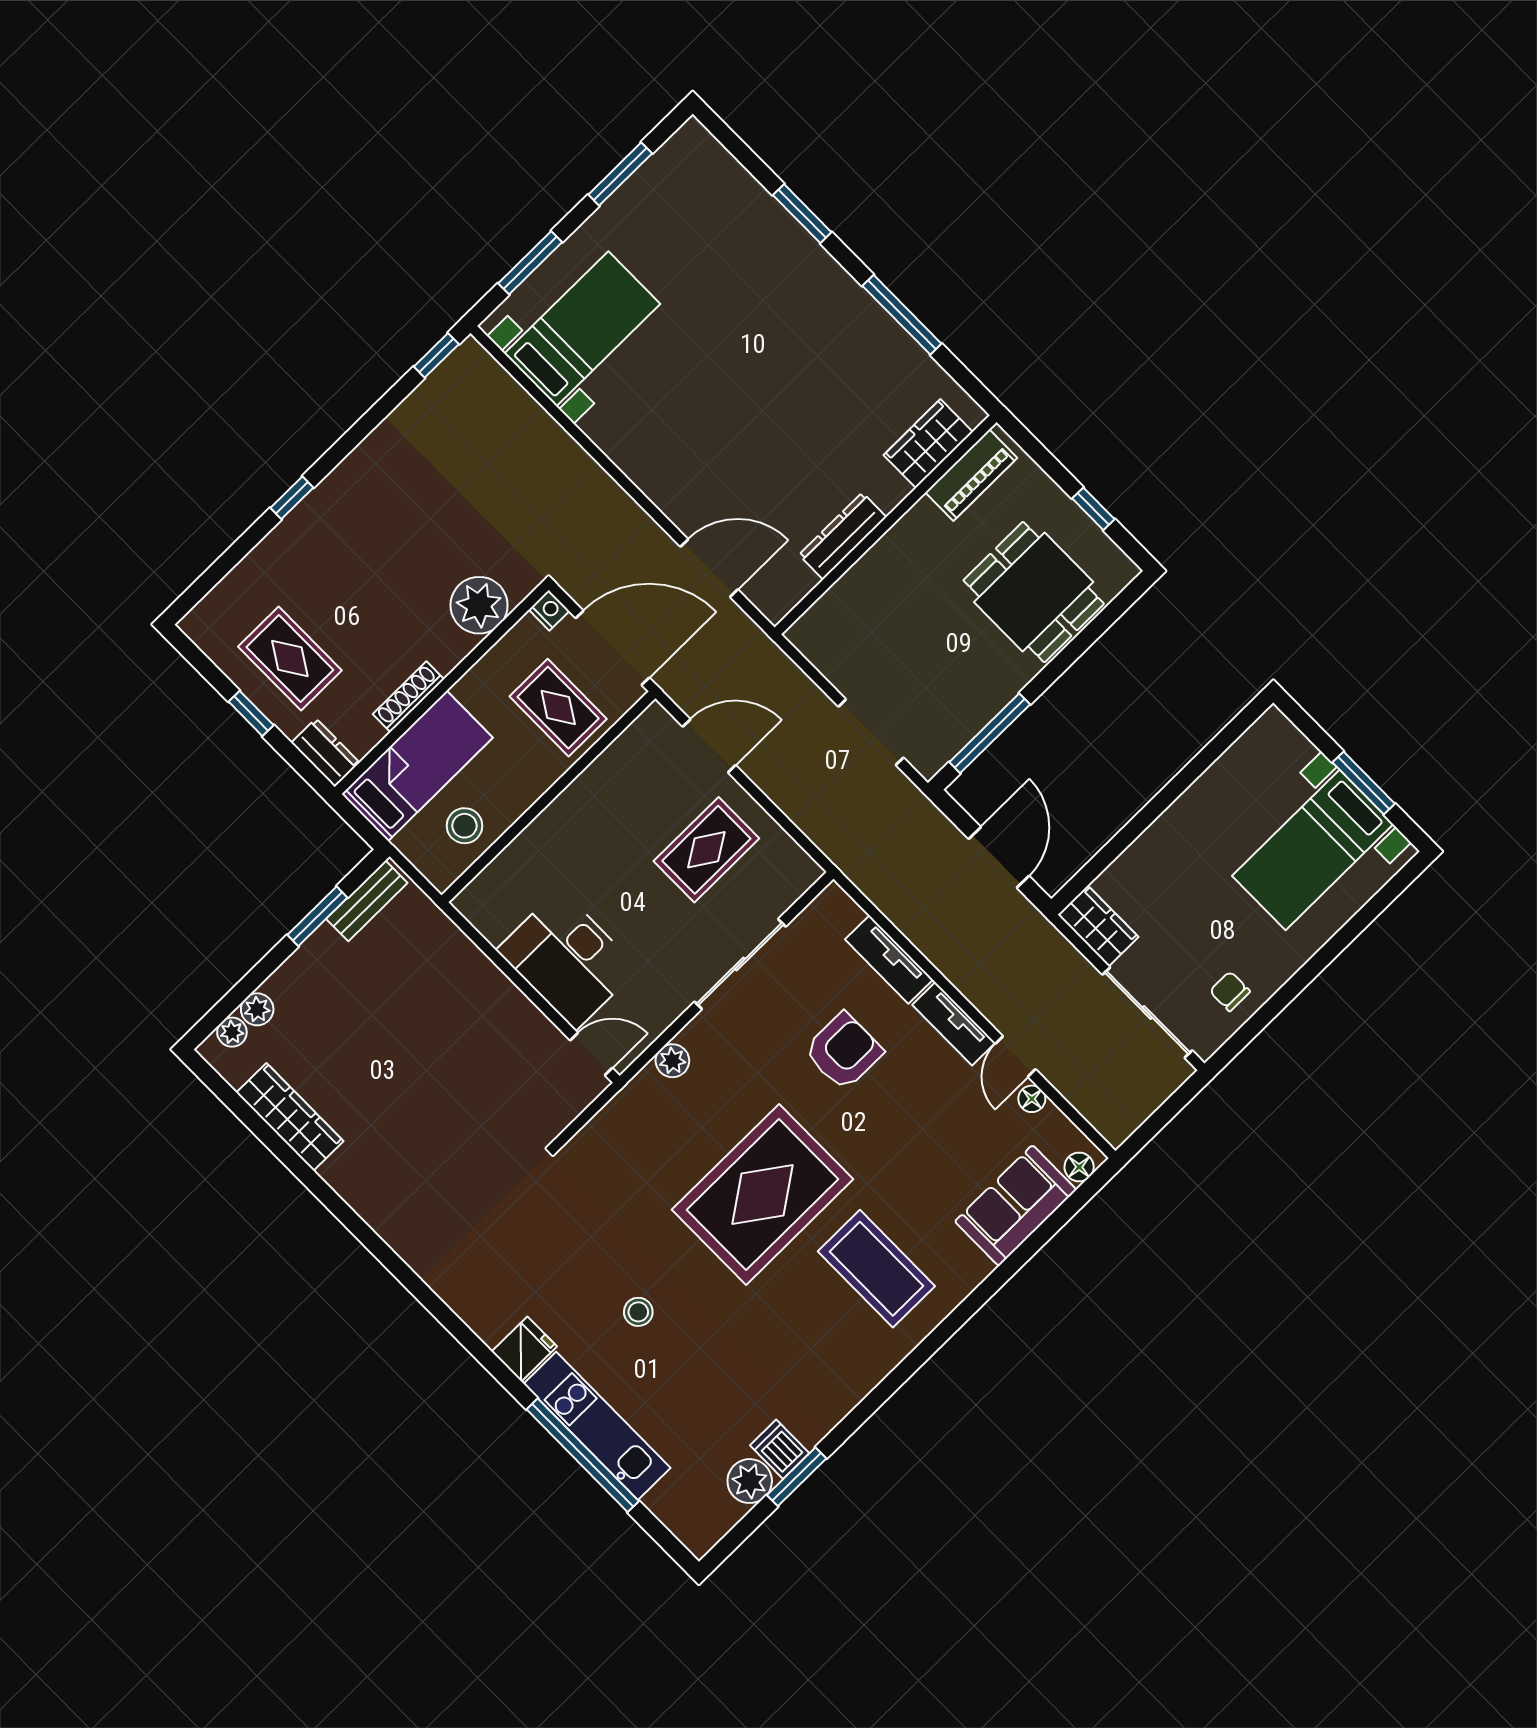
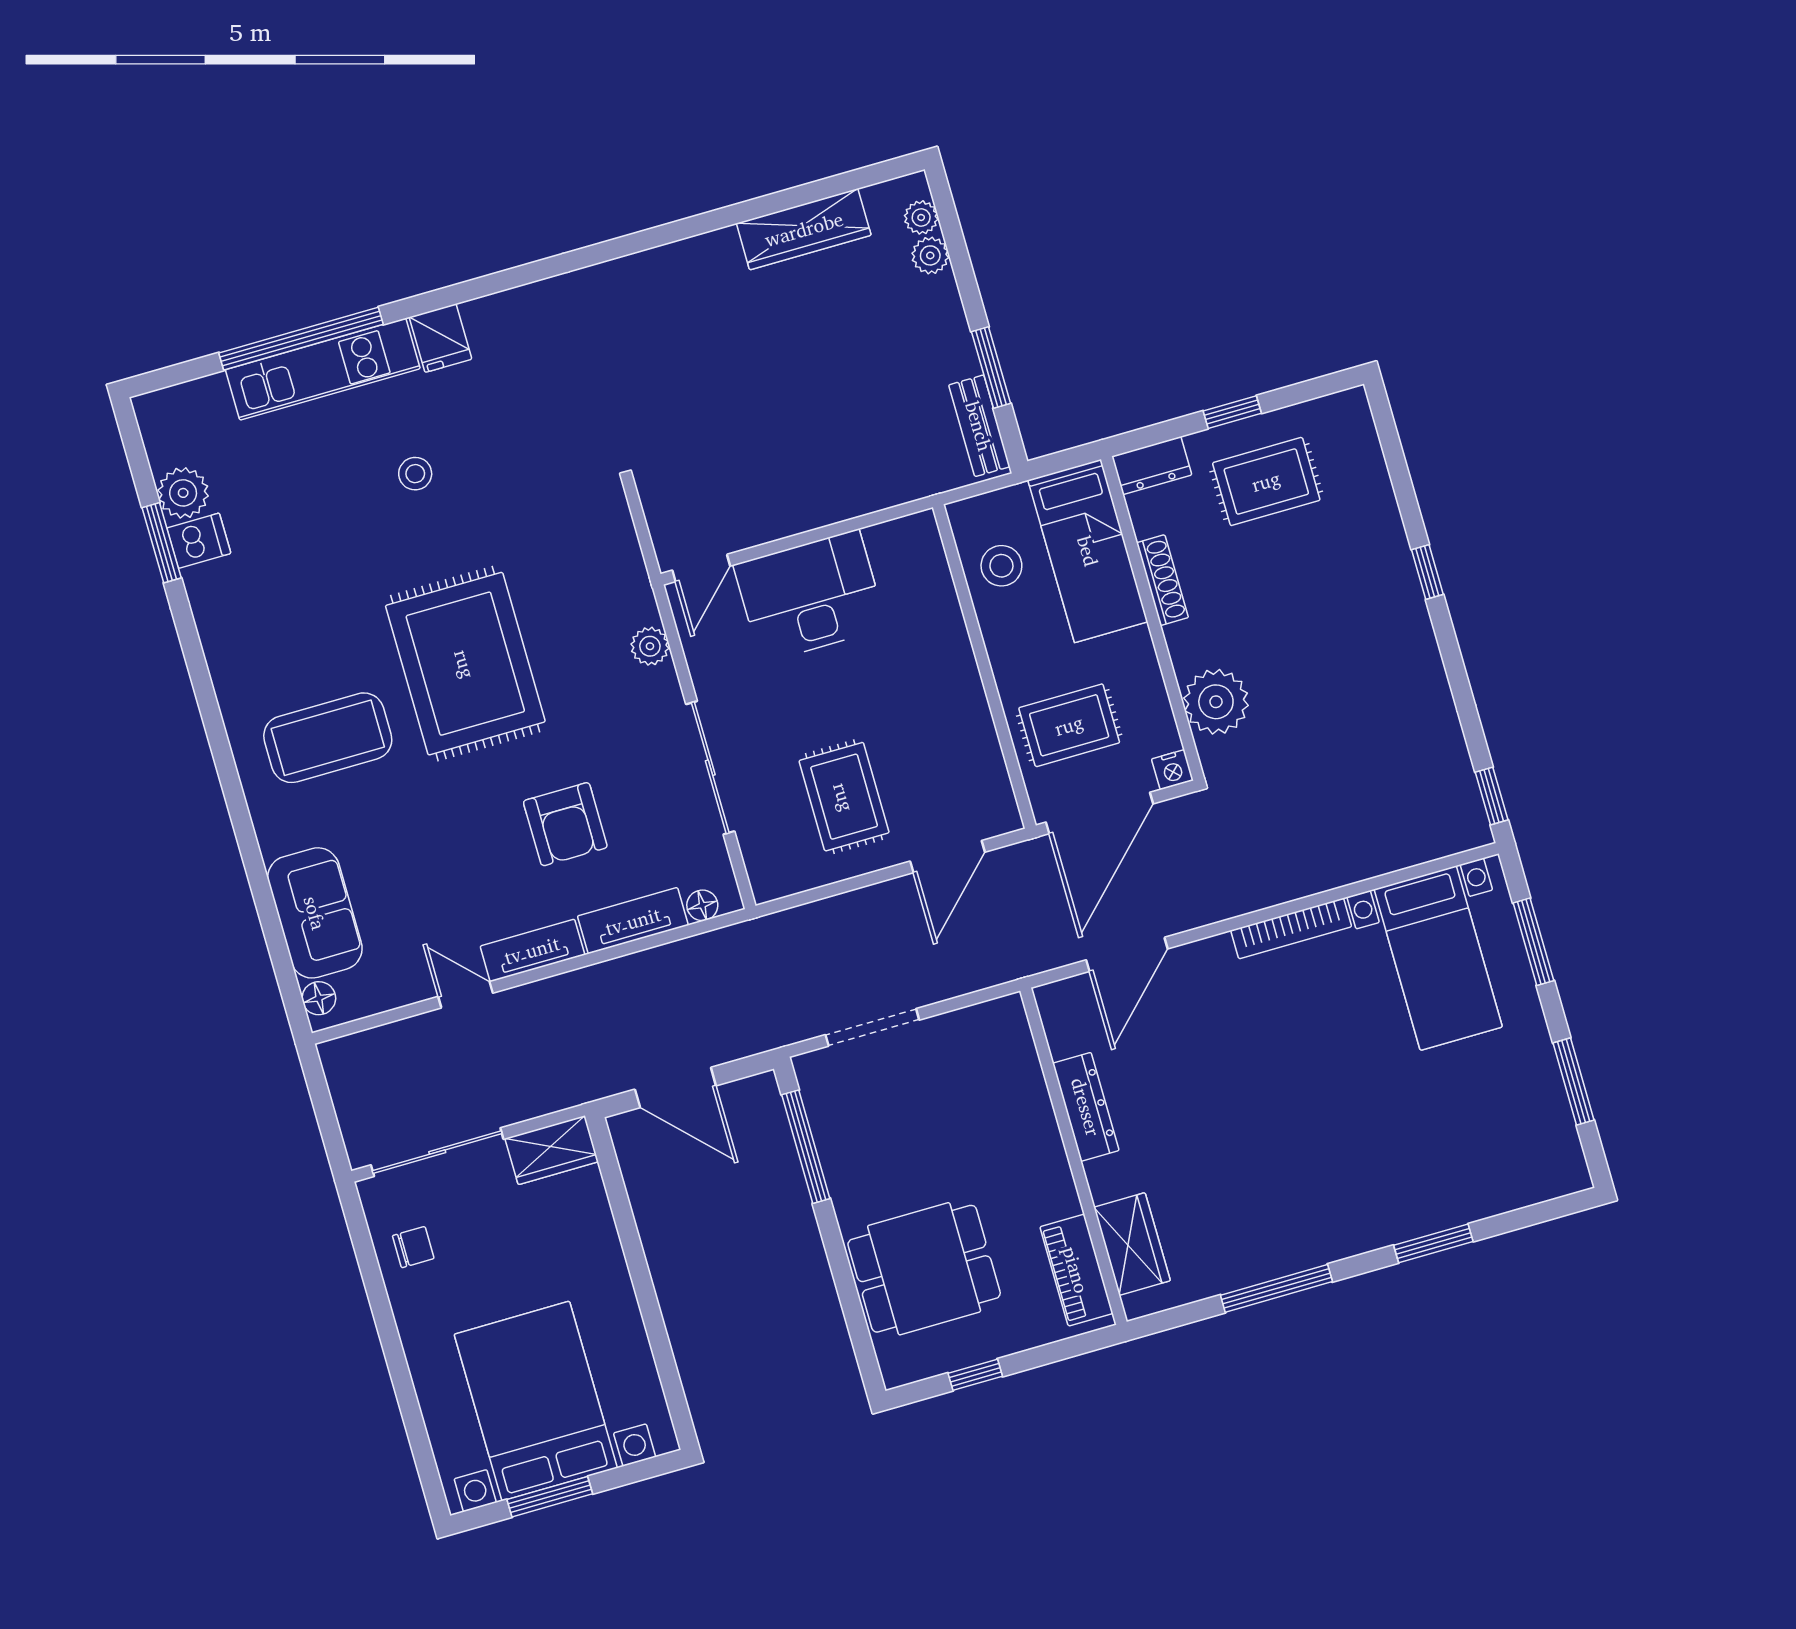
bookcase: (621, 453) -> (1291, 928), added
bed with nightstands: (1313, 850) -> (536, 1401), width x1.36
floor lamp: (1032, 1099) -> (702, 905), moved

